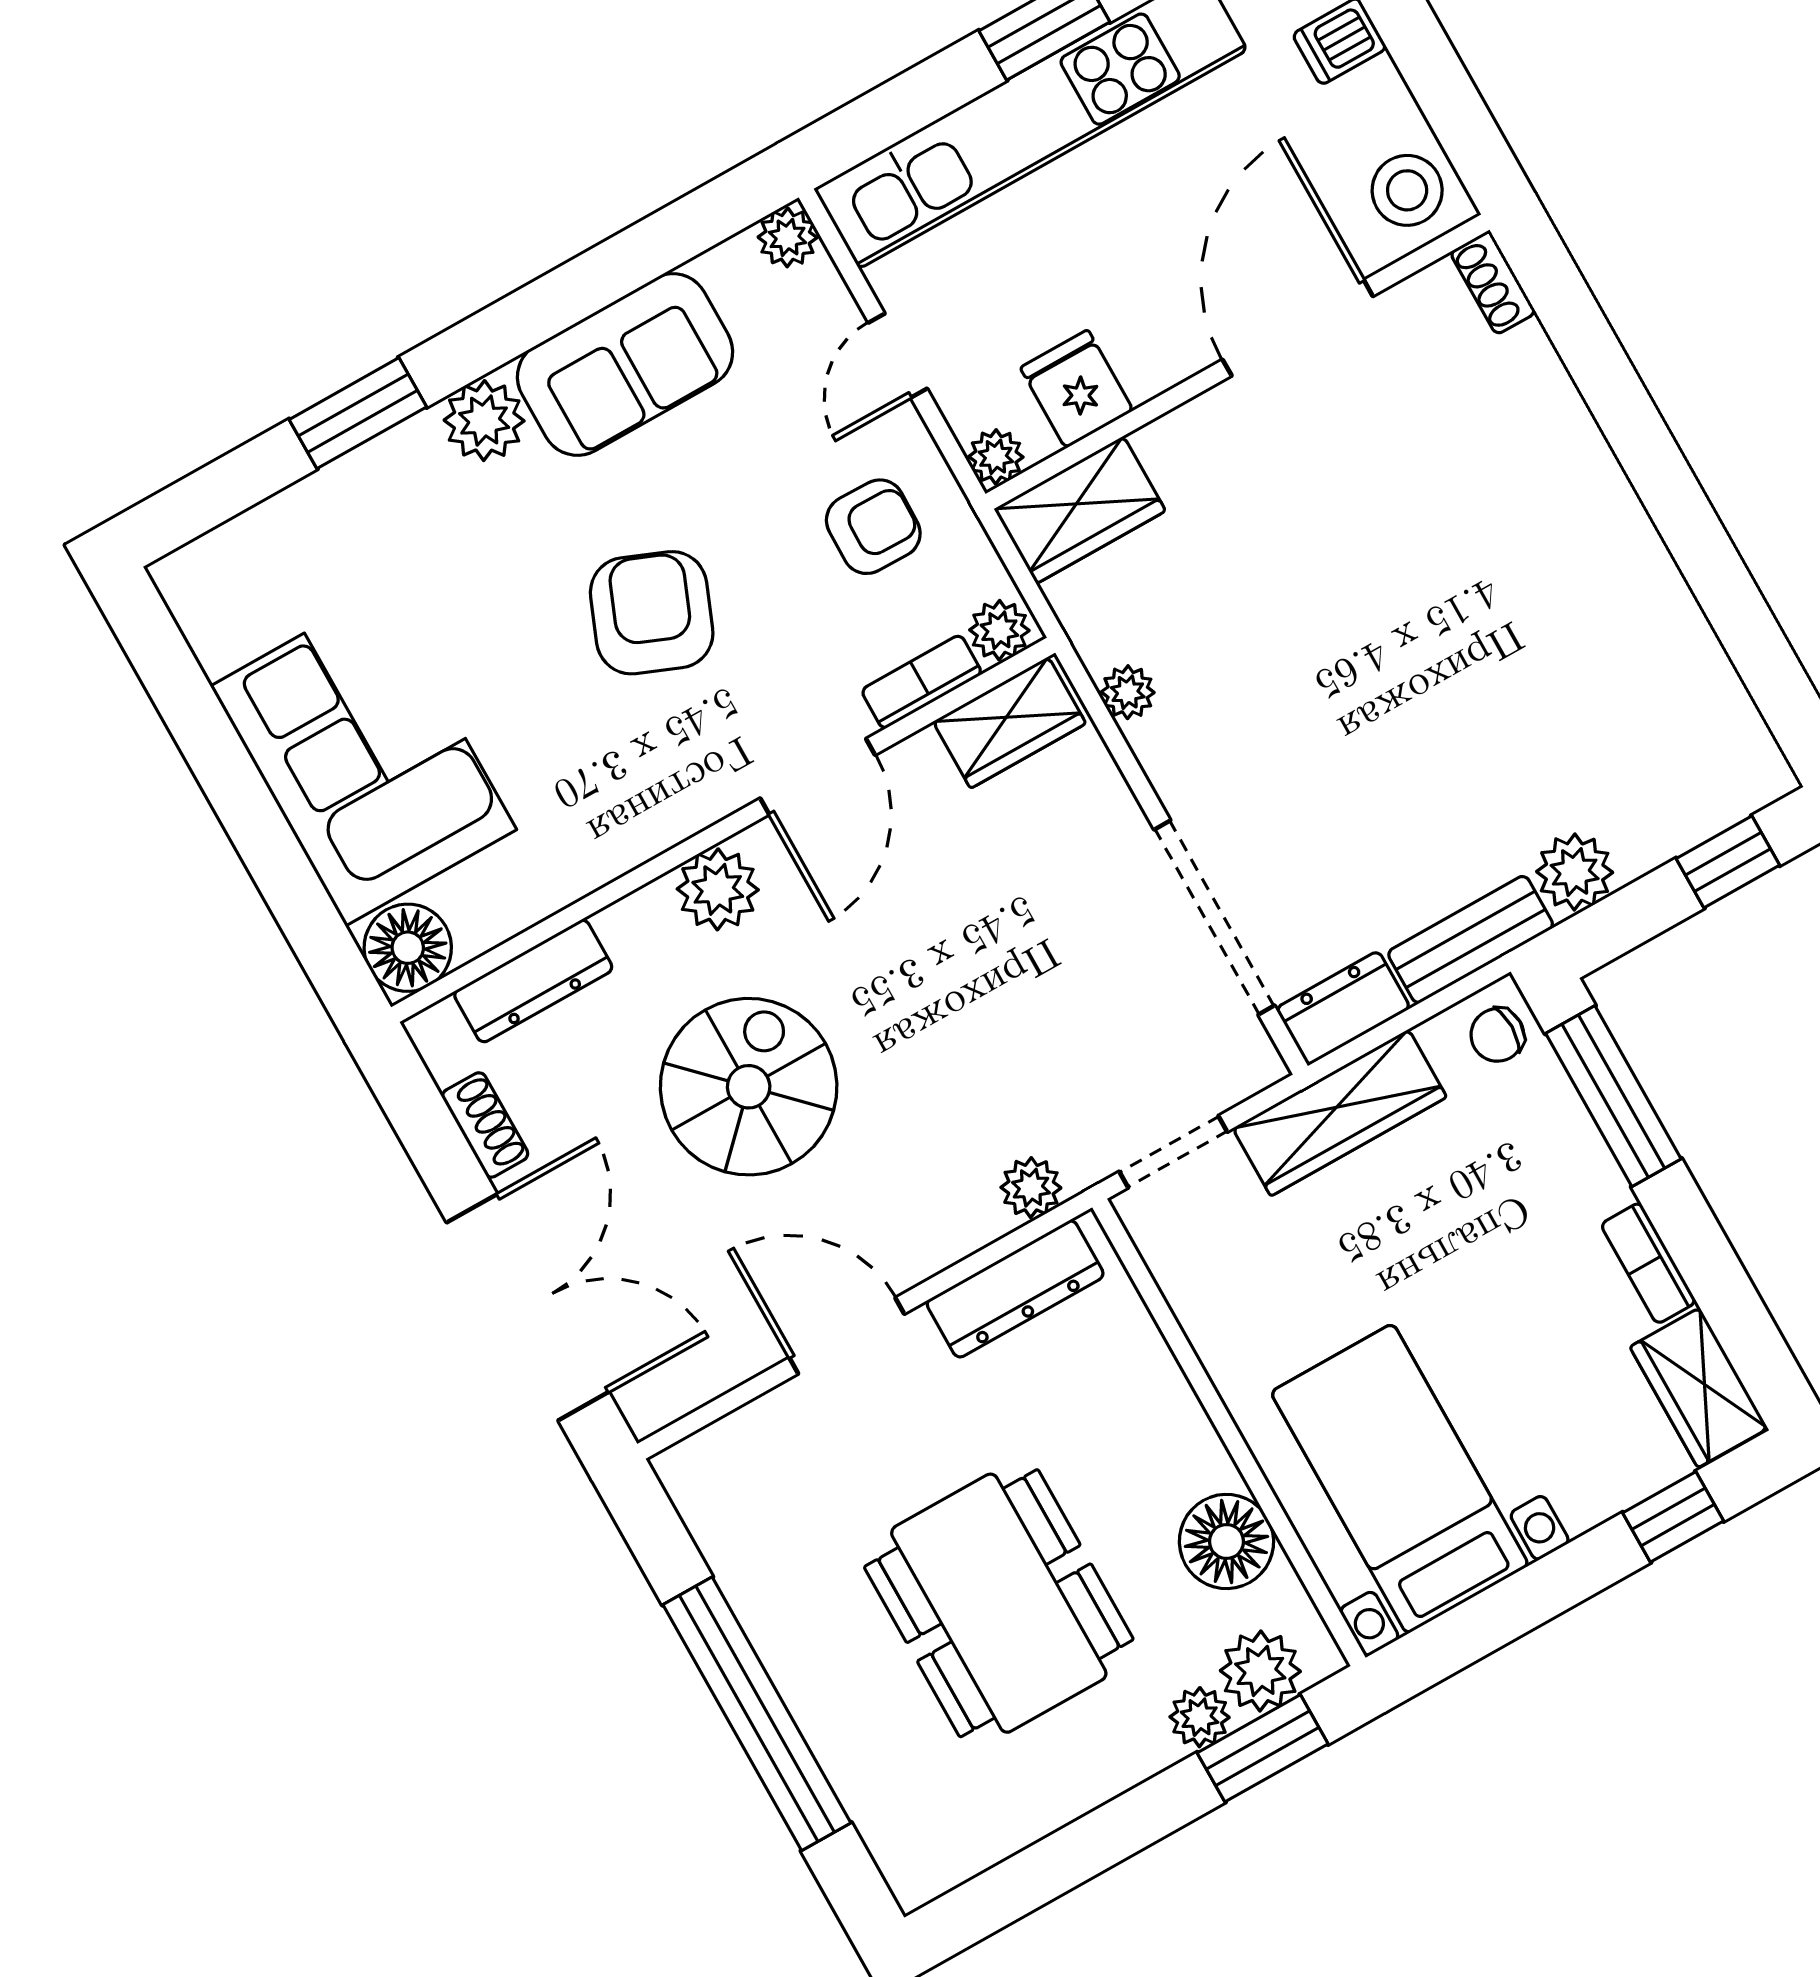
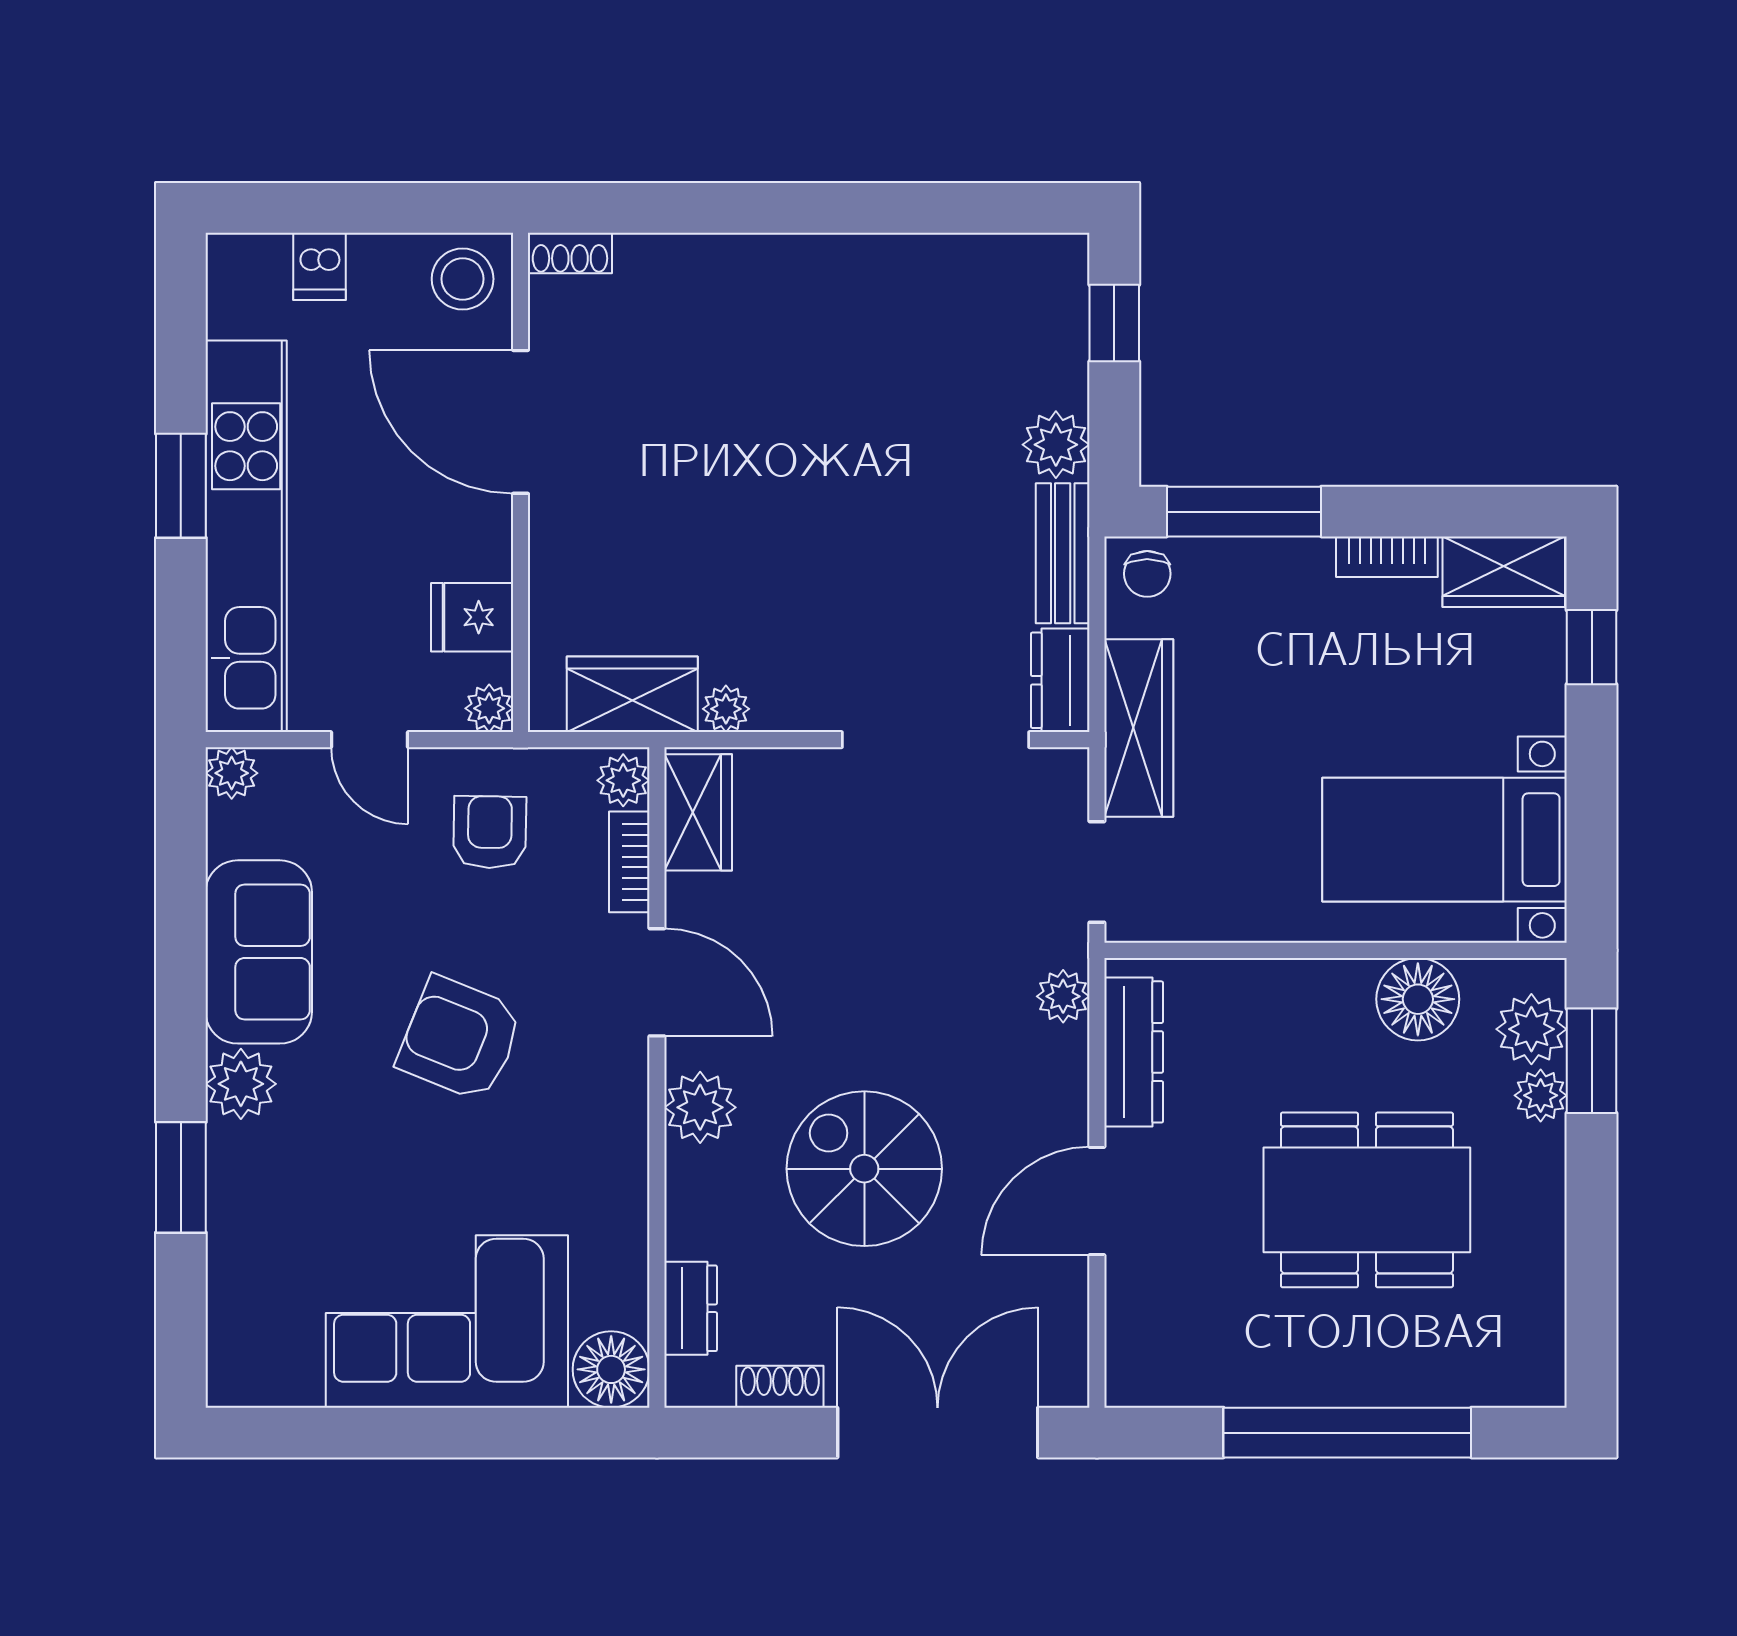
wardrobe: (1080, 510) -> (632, 694), moved, turned -90
dresser: (533, 981) -> (691, 1308), width x0.70

